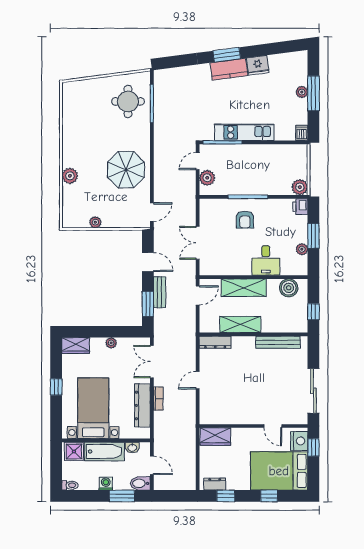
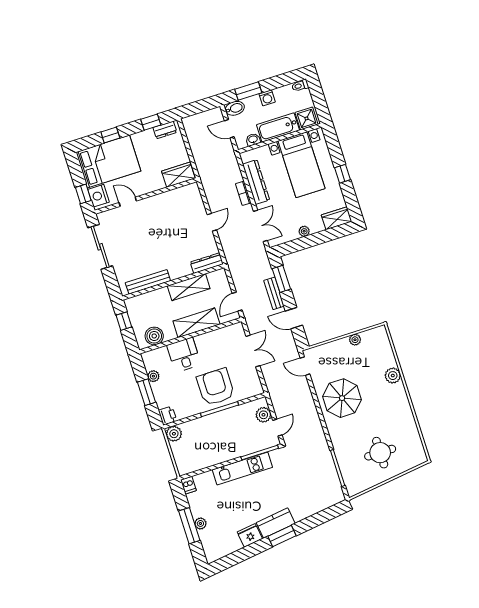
round table: (128, 101) -> (380, 453), moved
door: (152, 212) -> (305, 366), hinge flipped
armchair: (245, 220) -> (216, 387), width x1.88, depth x1.88

